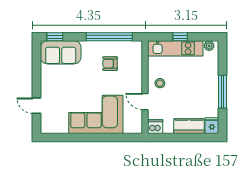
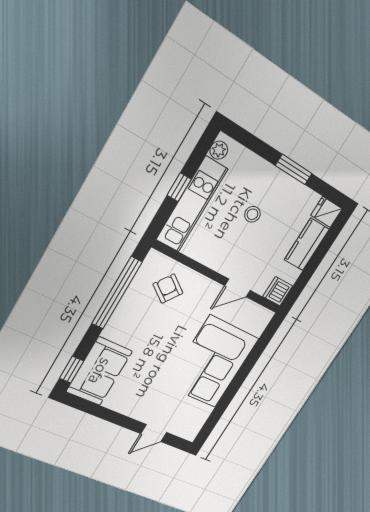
armchair: (110, 64) -> (168, 289), moved, turned 126
stool: (160, 83) -> (252, 214), moved
window: (222, 92) -> (294, 170), width x0.69

